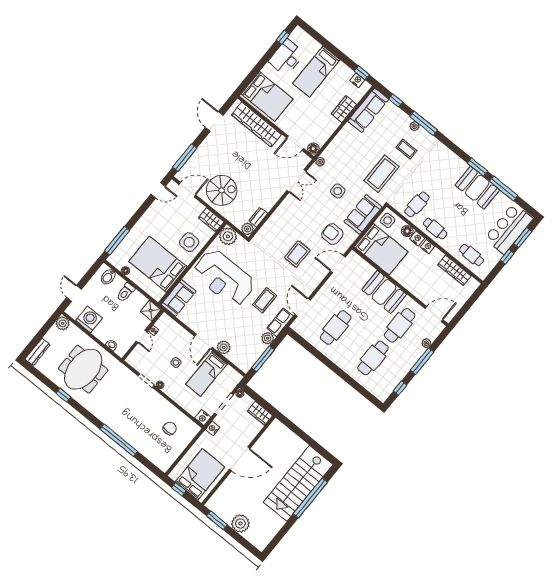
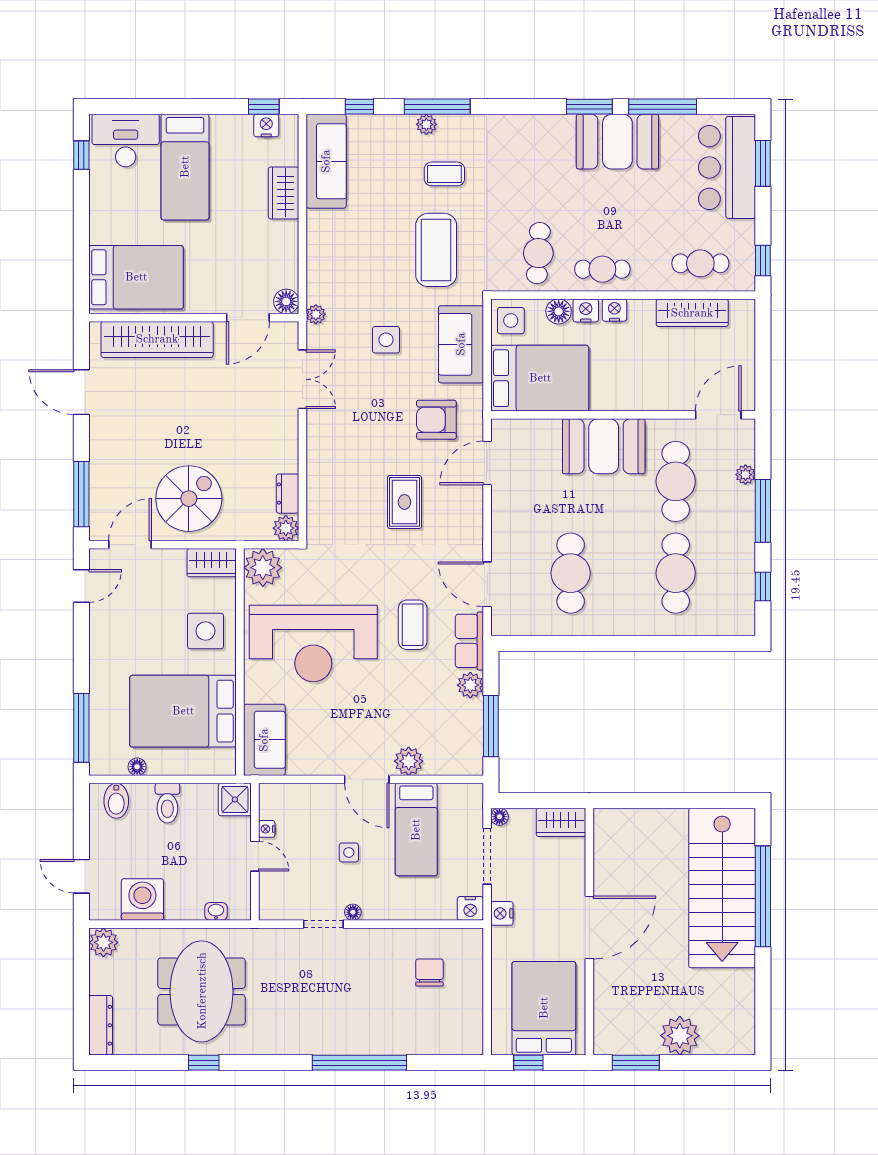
desk: (286, 57) -> (126, 141), moved, turned 90
window: (507, 257) -> (763, 260), moved

